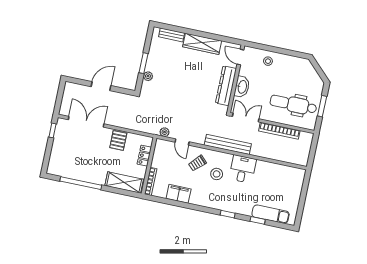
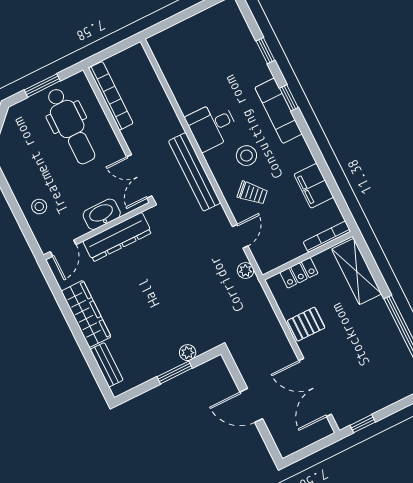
bookcase: (279, 131) -> (111, 96), moved
exam couch: (271, 214) -> (279, 111), moved

